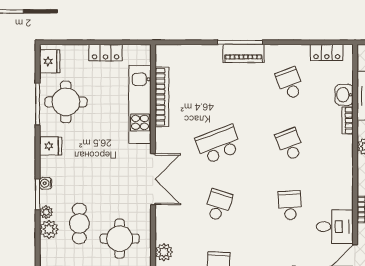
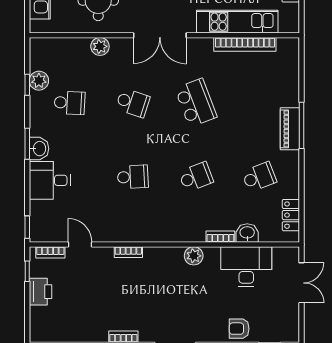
desk: (335, 227) -> (111, 223), removed
plant: (164, 252) -> (100, 46), moved

